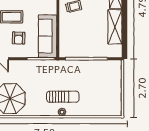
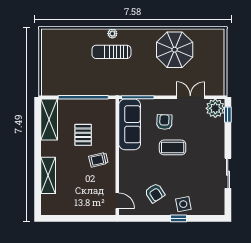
pallet: (86, 27) -> (83, 135), added
shelving: (115, 27) -> (49, 120), moved

